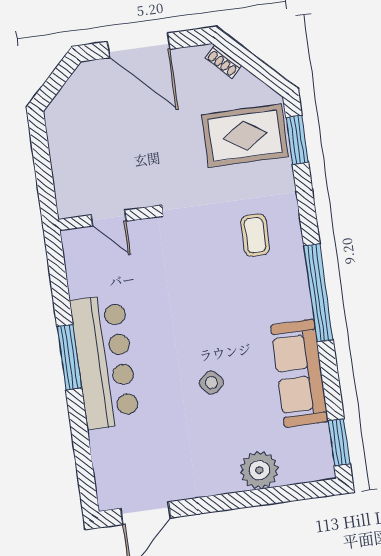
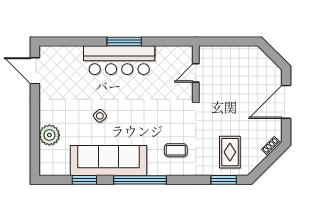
rug: (245, 136) -> (230, 152), width x0.73, depth x0.70
sofa: (299, 373) -> (108, 160), width x1.36, depth x1.27
window: (339, 442) -> (84, 180), moved

